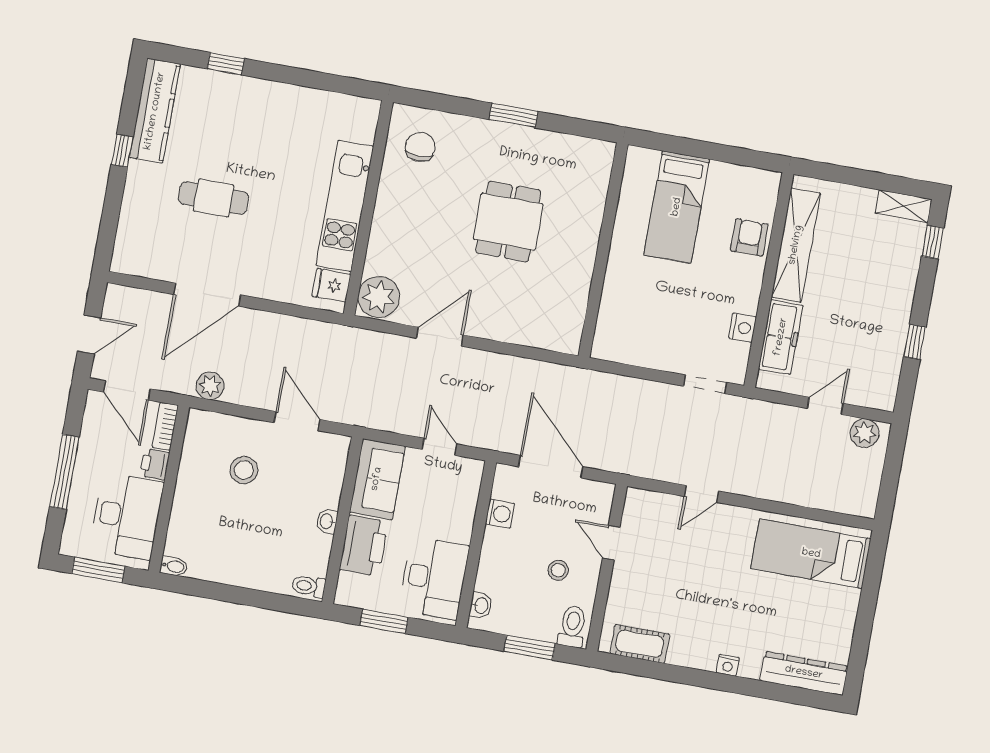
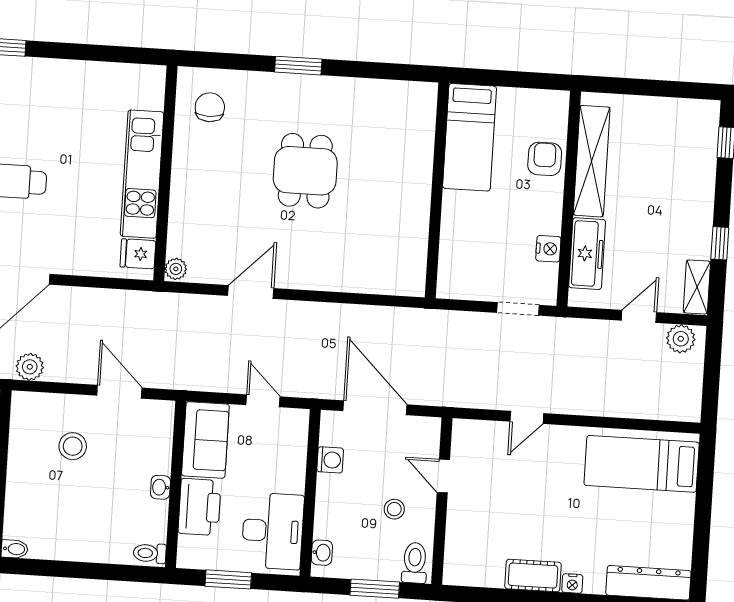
shelving: (904, 206) -> (697, 287), moved, turned 90
wall: (603, 250) -> (437, 190), moved
plant: (379, 297) -> (176, 269), width x0.53, depth x0.53
cot: (640, 644) -> (533, 576), moved

